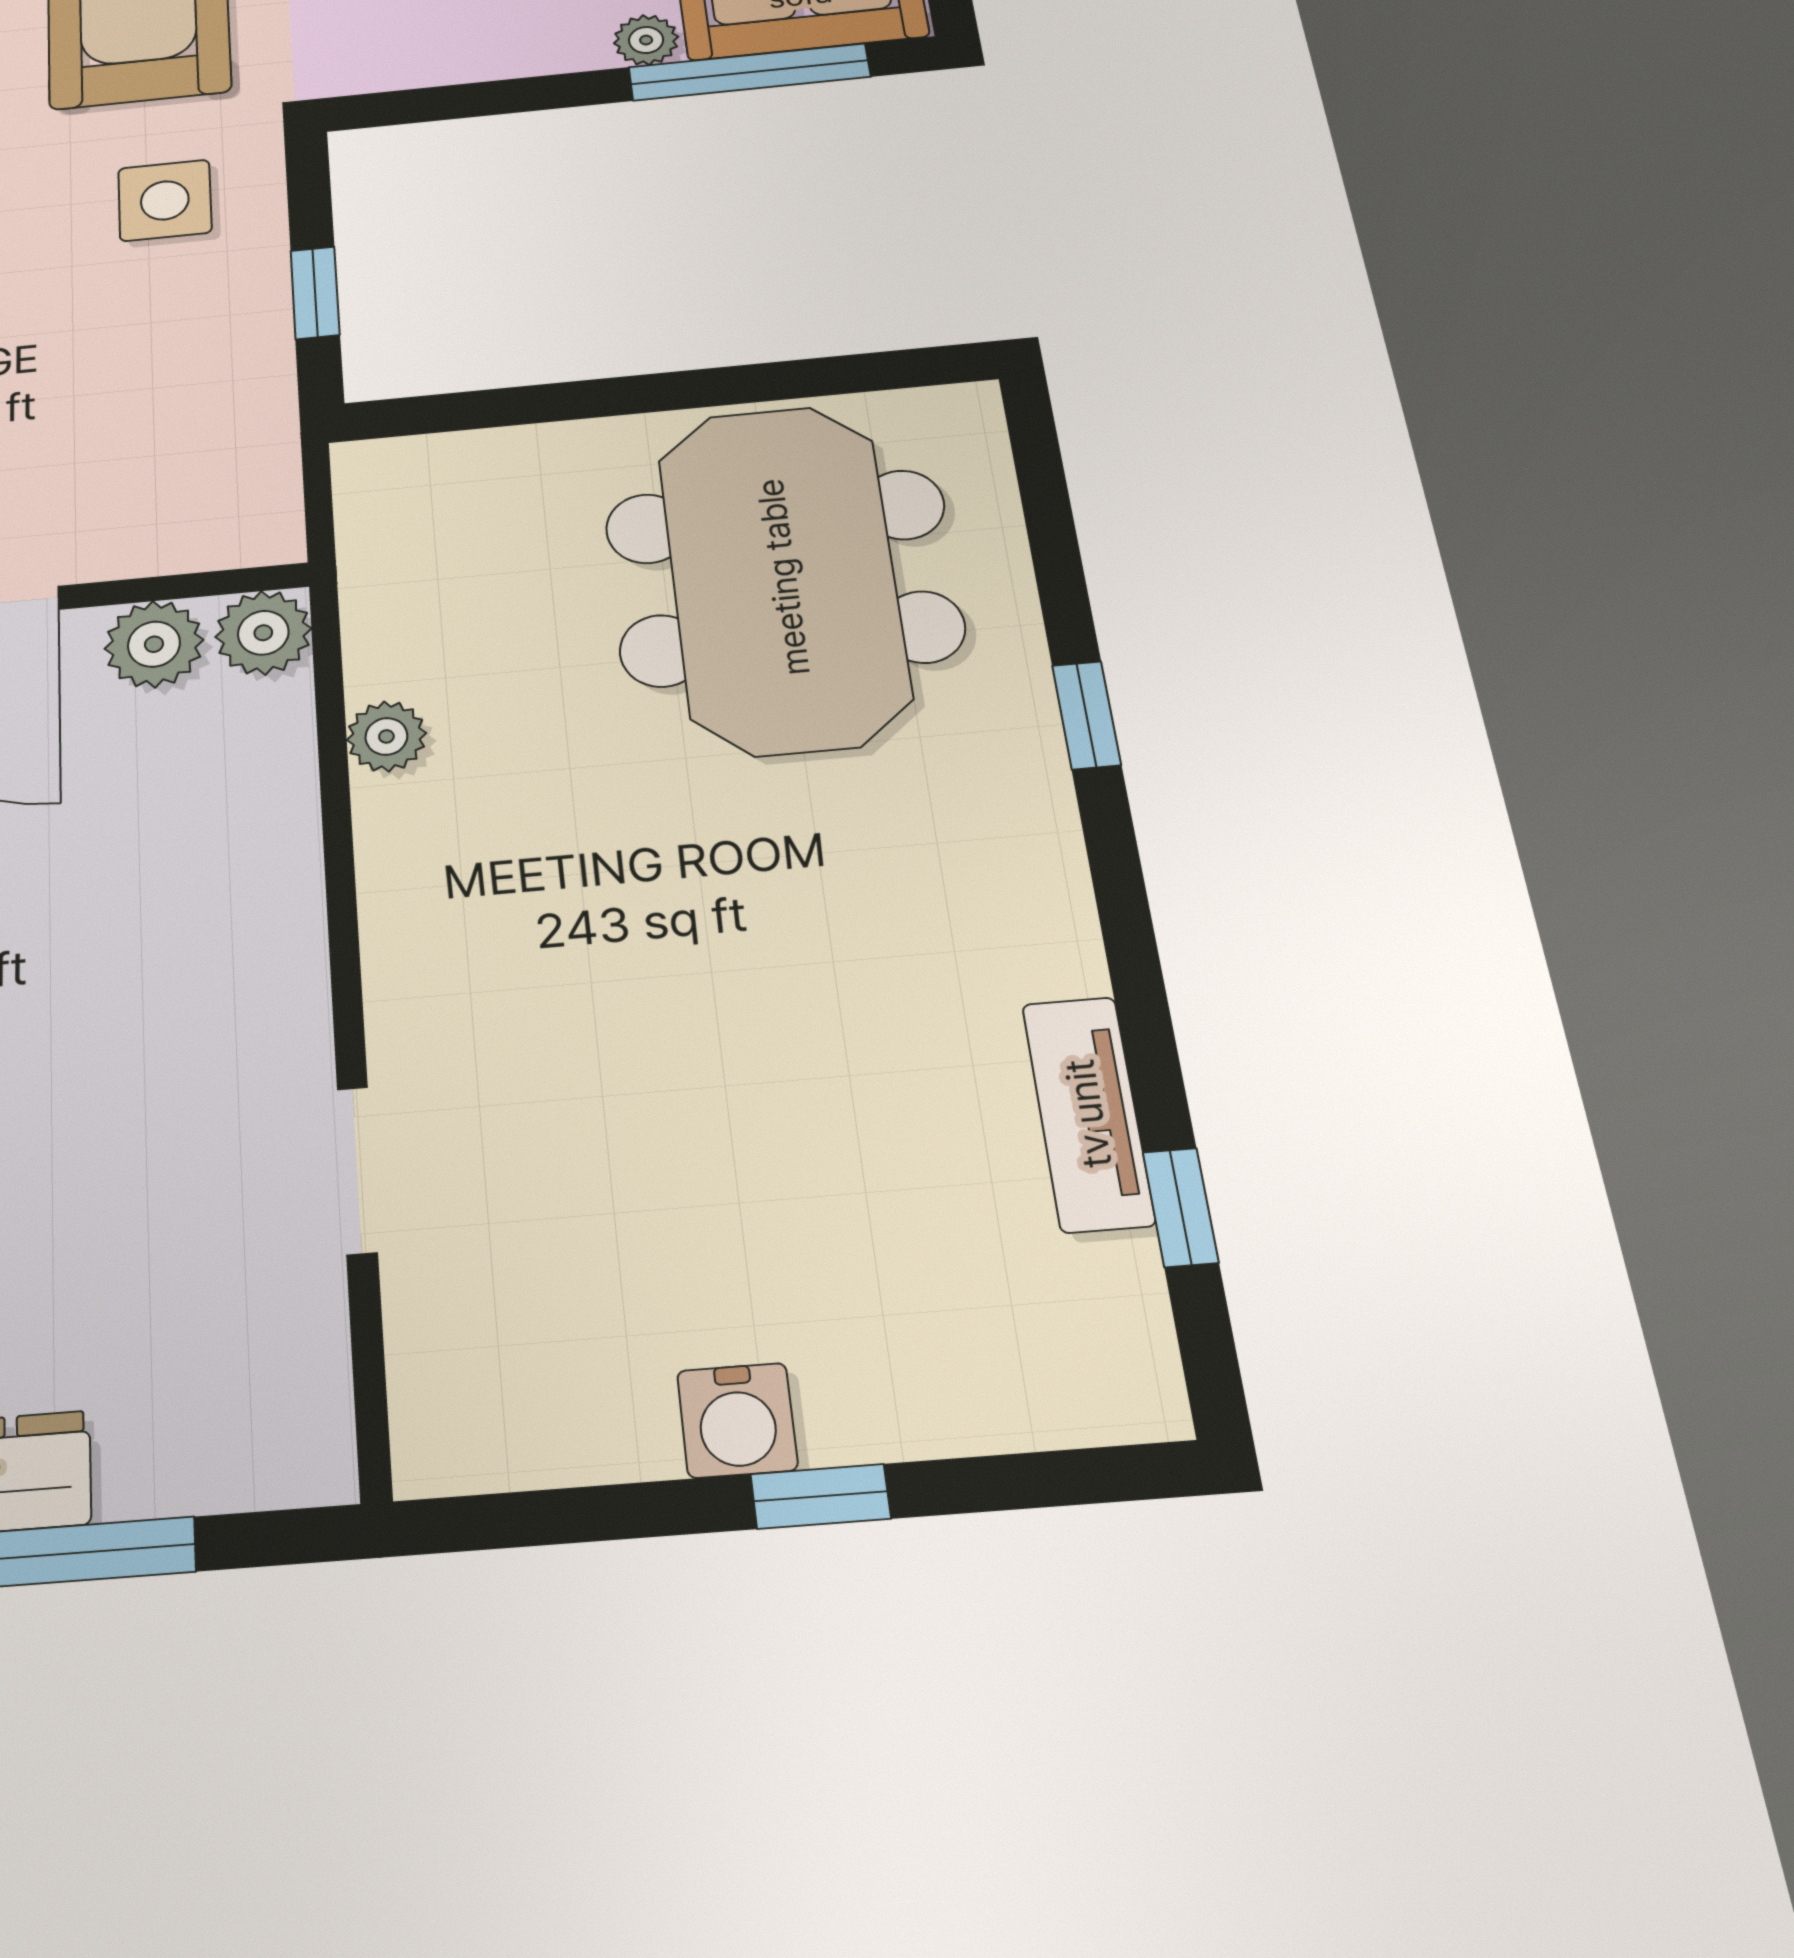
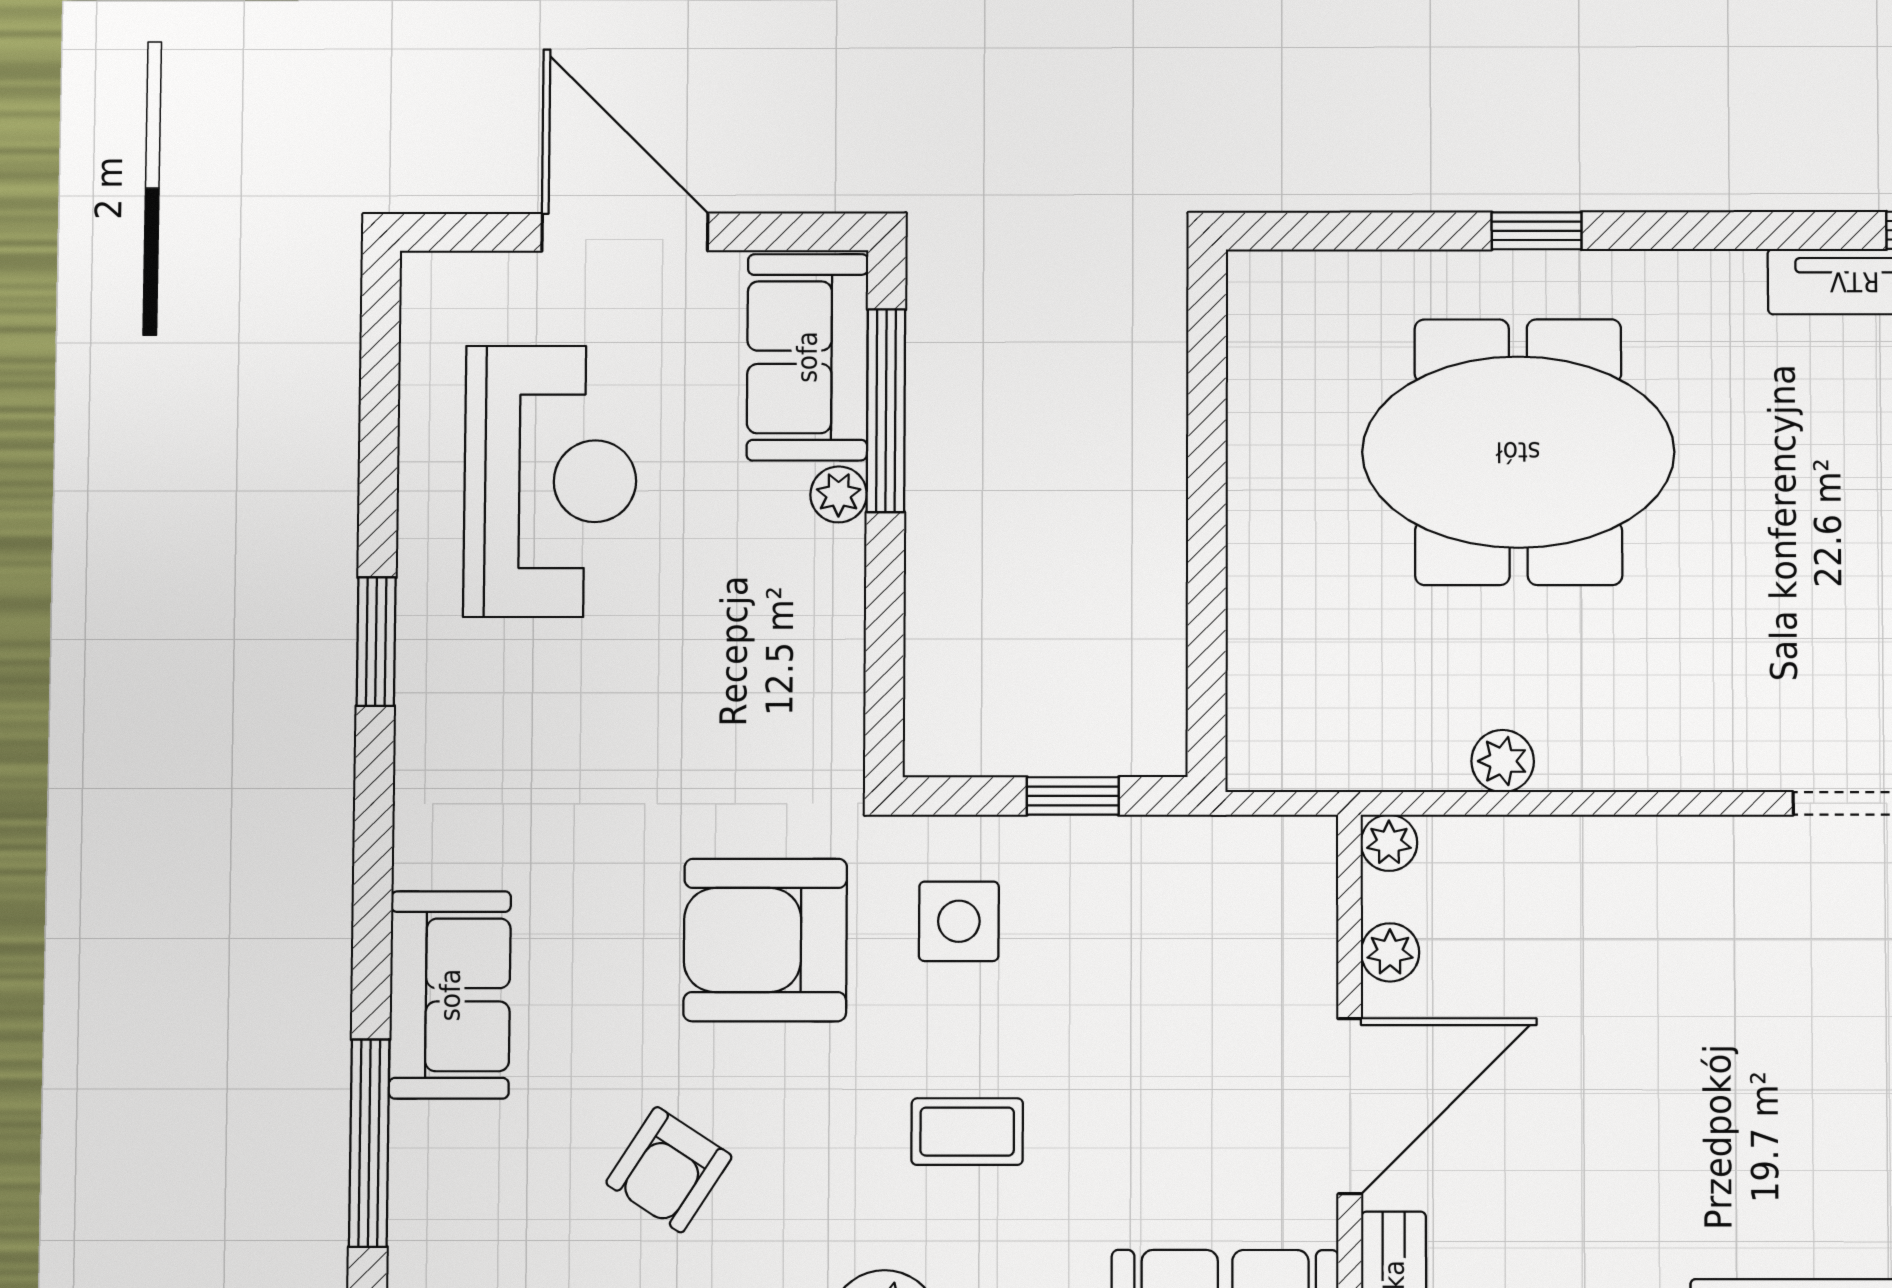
meeting table: (783, 577) -> (1518, 452), moved
plant: (263, 633) -> (1389, 843), width x0.73, depth x0.73
plant: (154, 644) -> (1390, 952), width x0.73, depth x0.73

